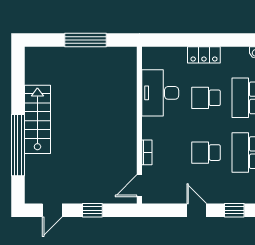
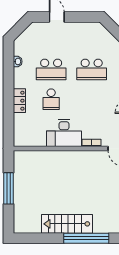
desk: (160, 93) -> (64, 133), moved
school desk: (206, 153) -> (92, 99), removed

